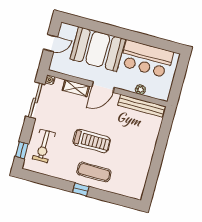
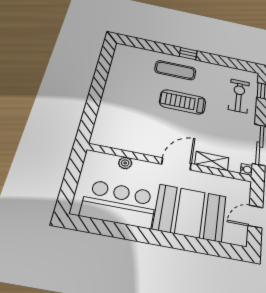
bench: (142, 106) -> (122, 143), removed

